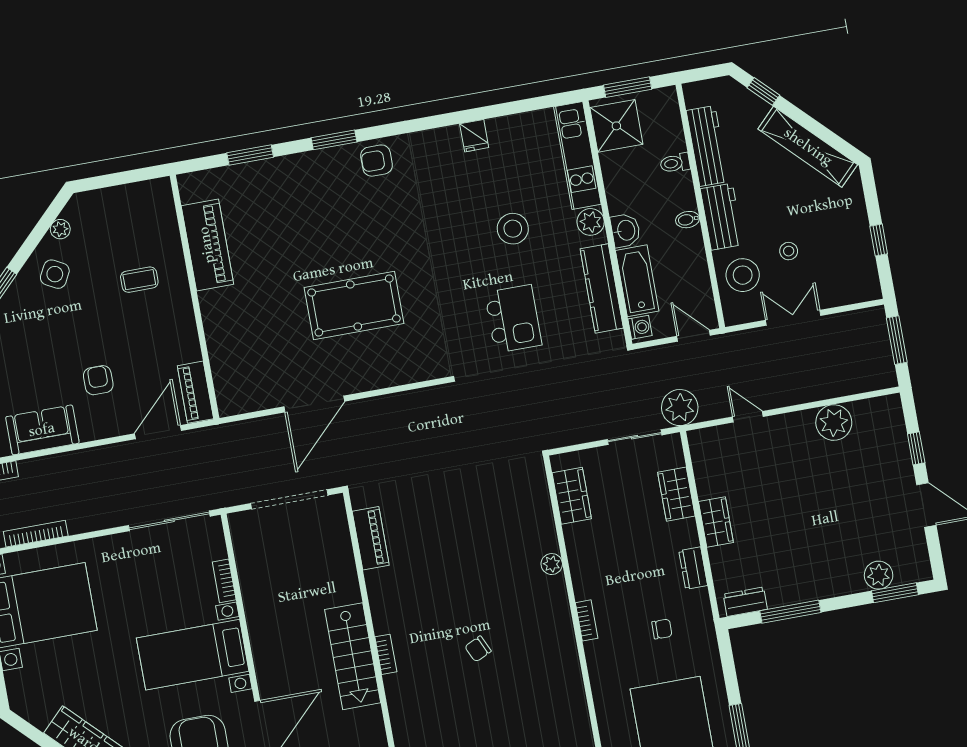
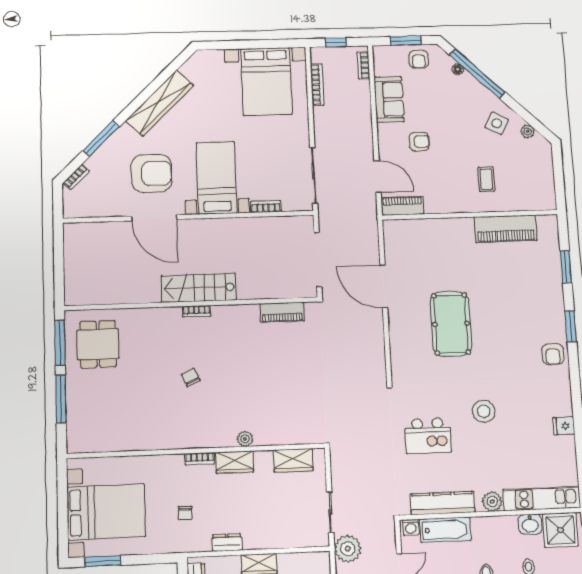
armchair: (377, 161) -> (553, 354), turned 180
stool: (513, 229) -> (484, 411), moved
washbasin: (625, 230) -> (530, 524), moved
wardrobe: (676, 494) -> (235, 462), moved, turned 180

